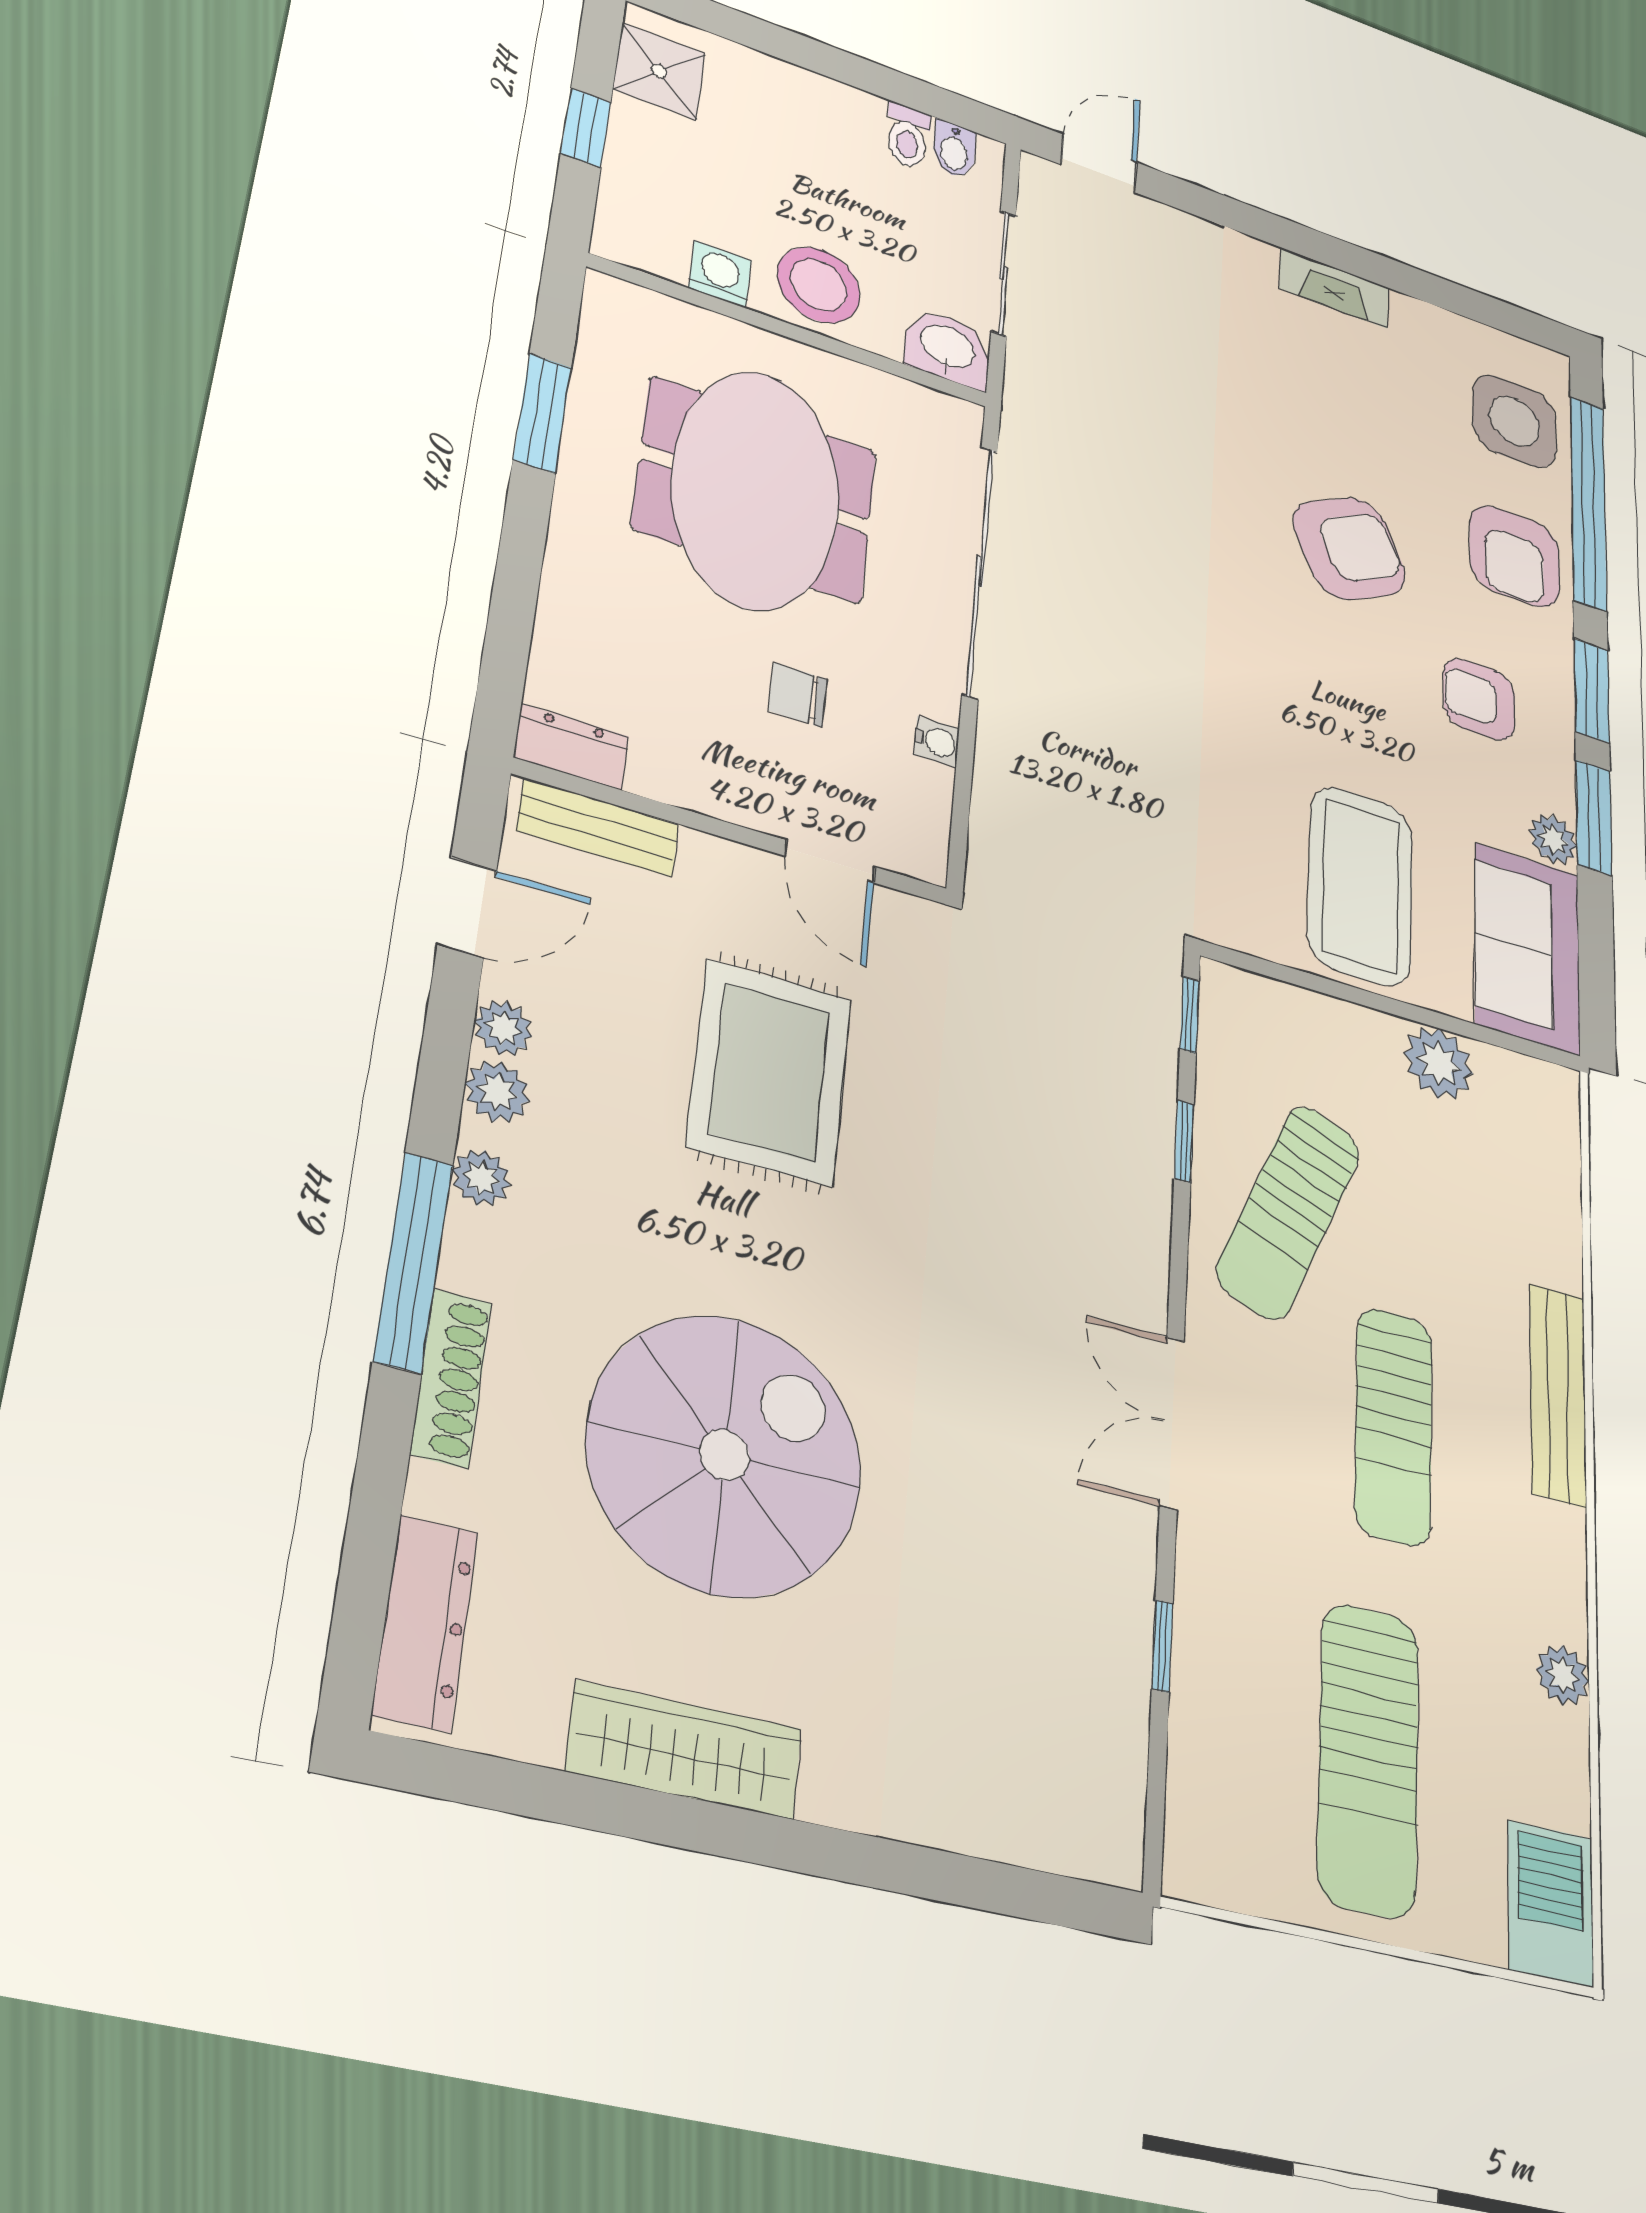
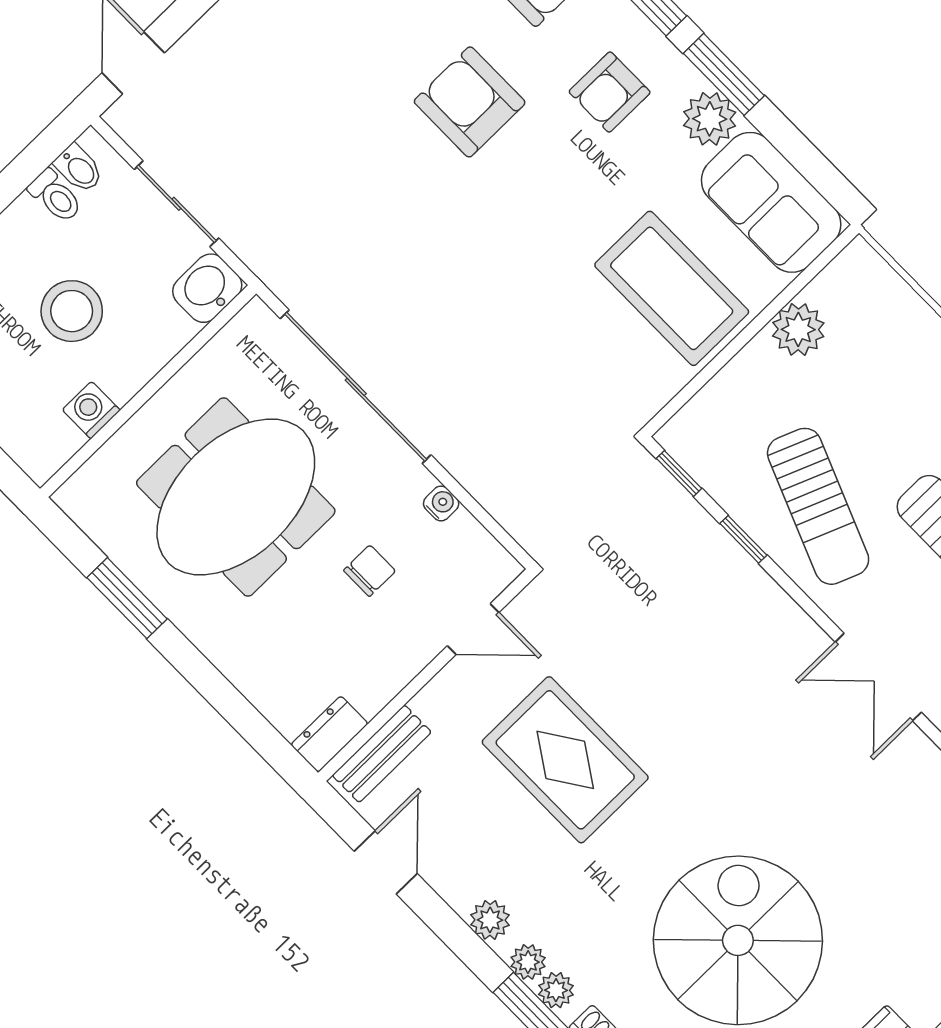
stool: (819, 285) -> (72, 311), moved
meeting table: (756, 490) -> (236, 497), turned 90
armchair: (1349, 548) -> (470, 102), turned -64
chair: (798, 695) -> (370, 571), turned 180
plant: (1553, 839) -> (710, 119), width x1.38, depth x1.38
plant: (503, 1028) -> (556, 990), moved

